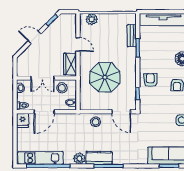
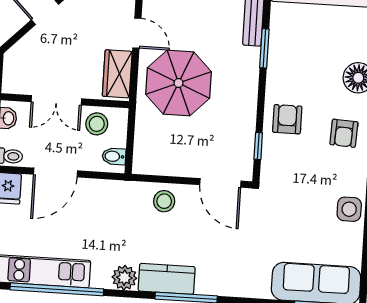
parasol: (105, 77) -> (178, 83), moved

